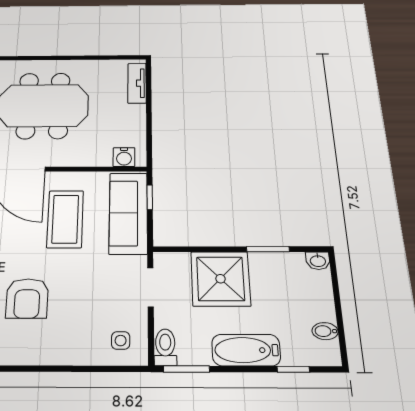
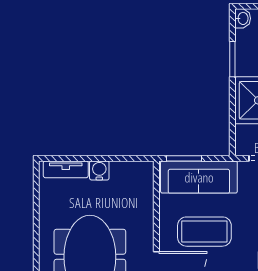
water cooler: (124, 157) -> (99, 170), moved, turned -90
window: (150, 197) -> (184, 158), width x1.50

